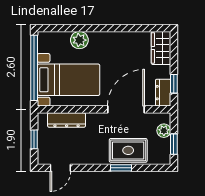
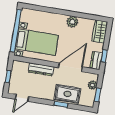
plant: (79, 40) -> (72, 22), moved
dresser: (67, 120) -> (41, 69), moved

